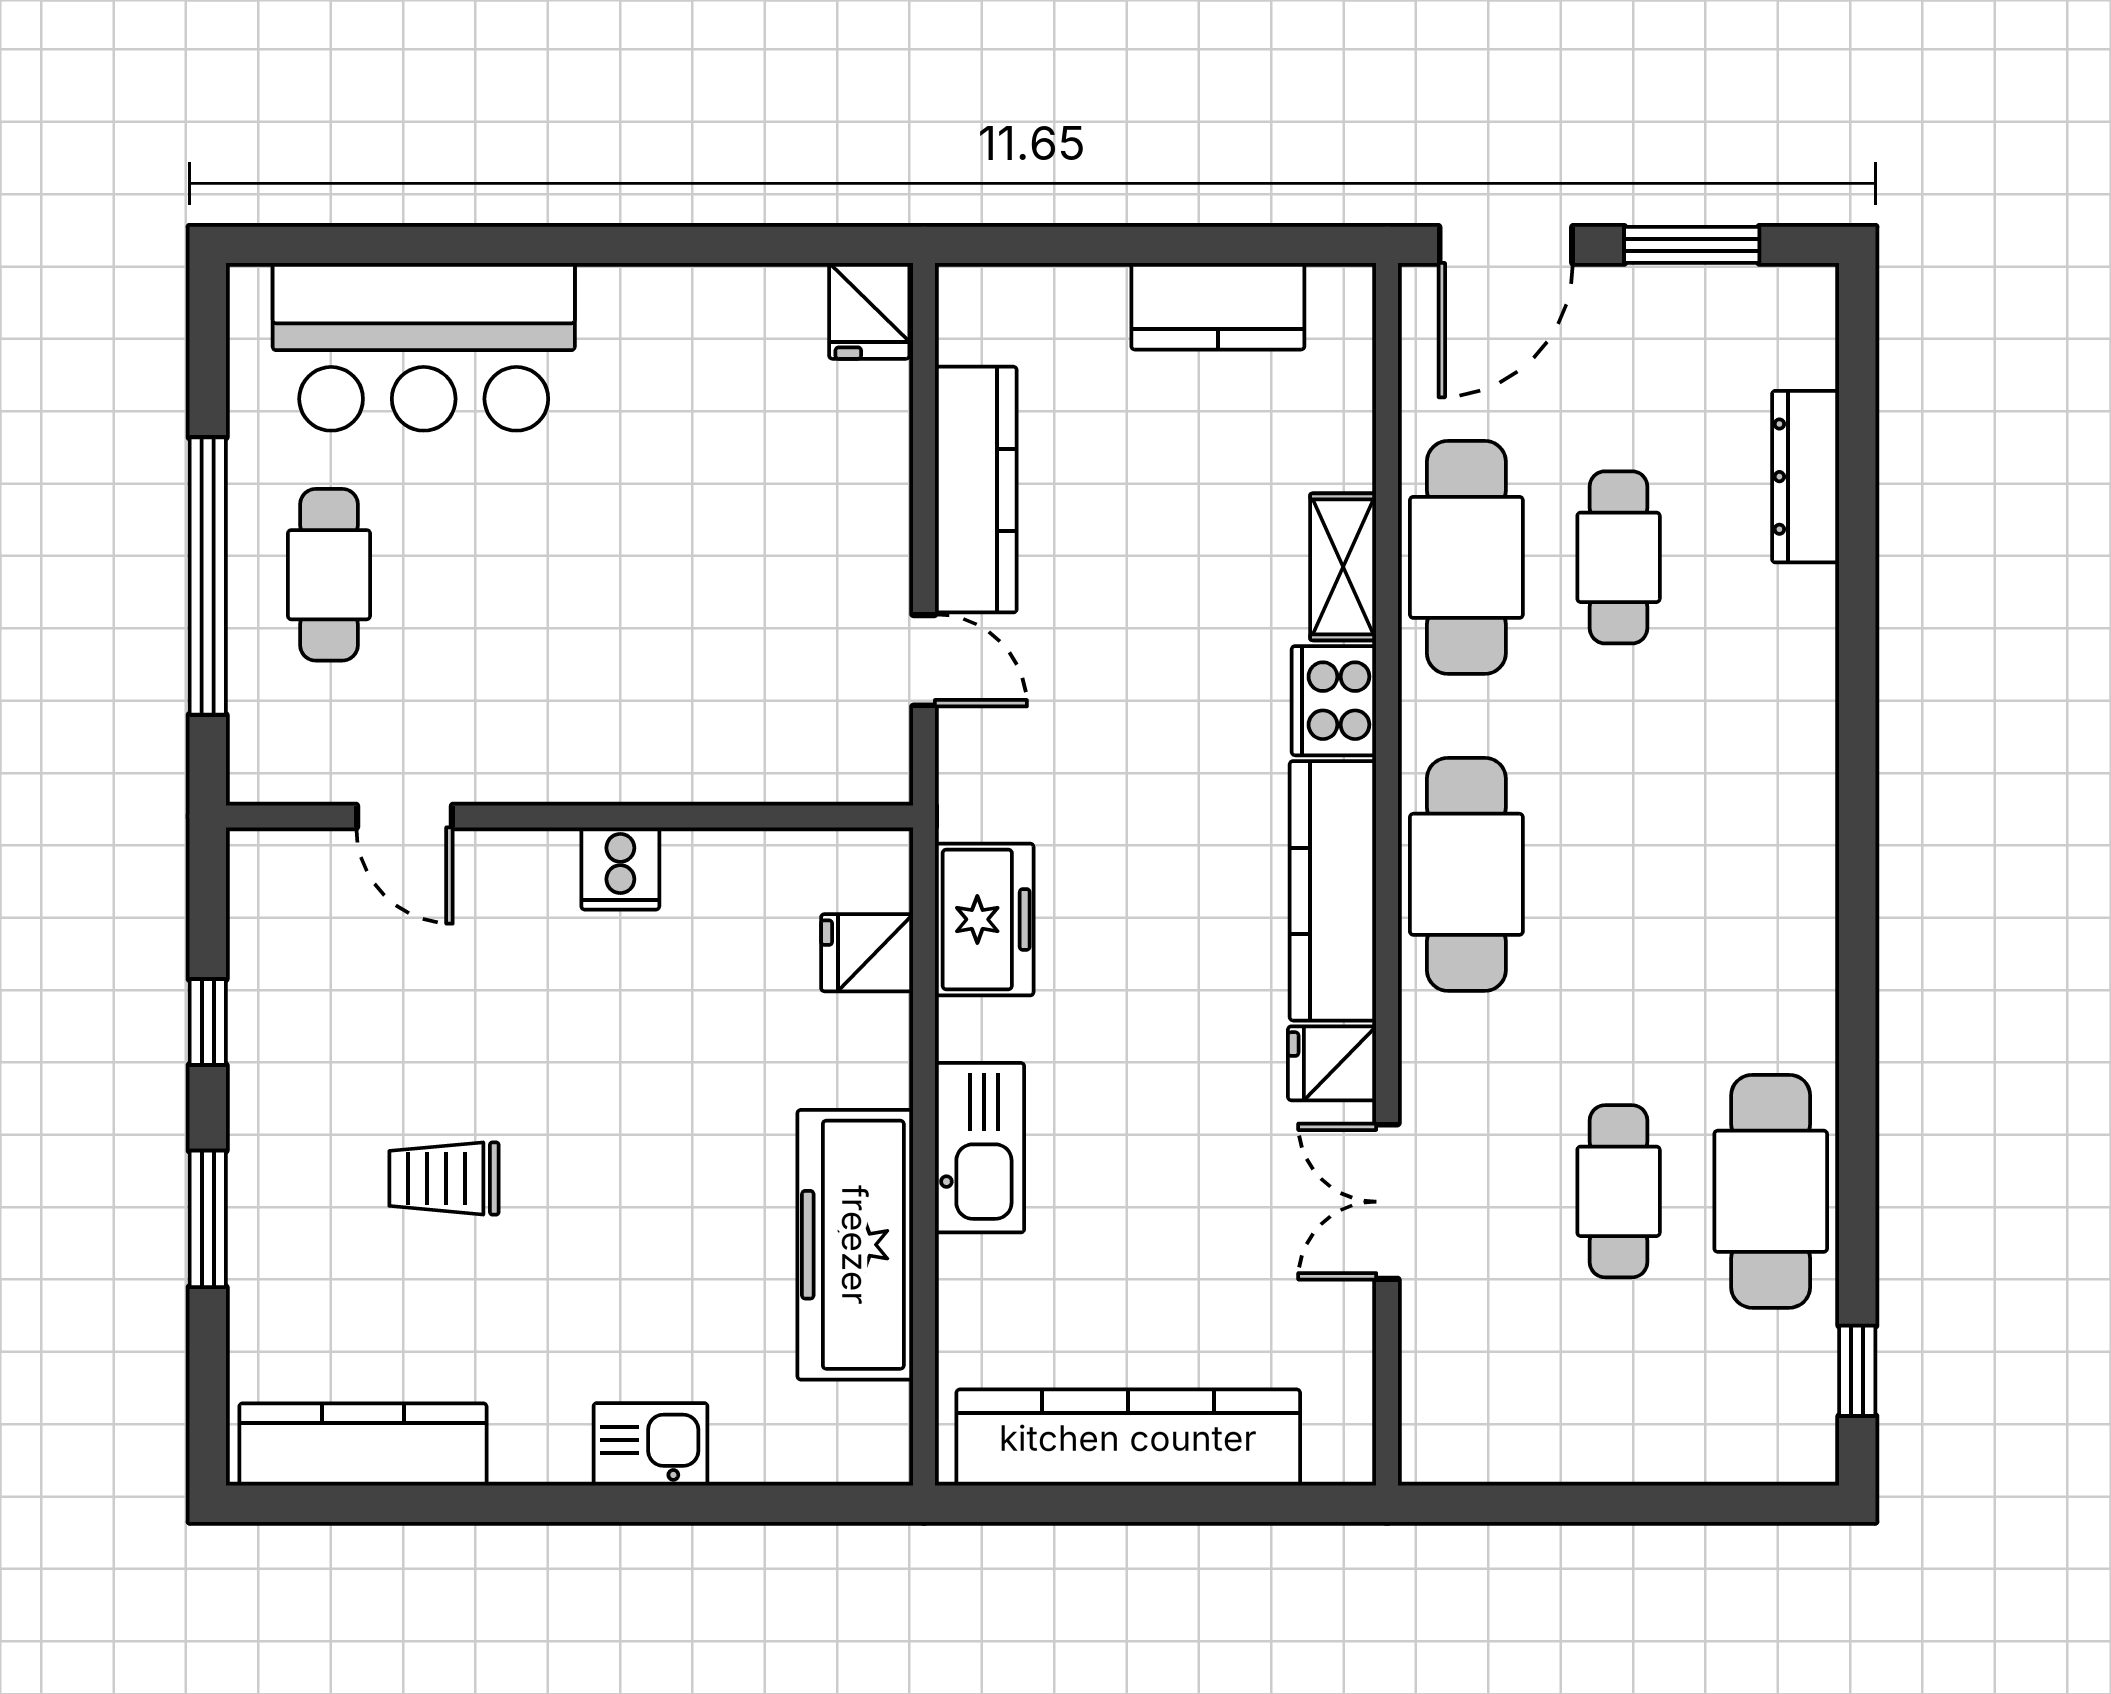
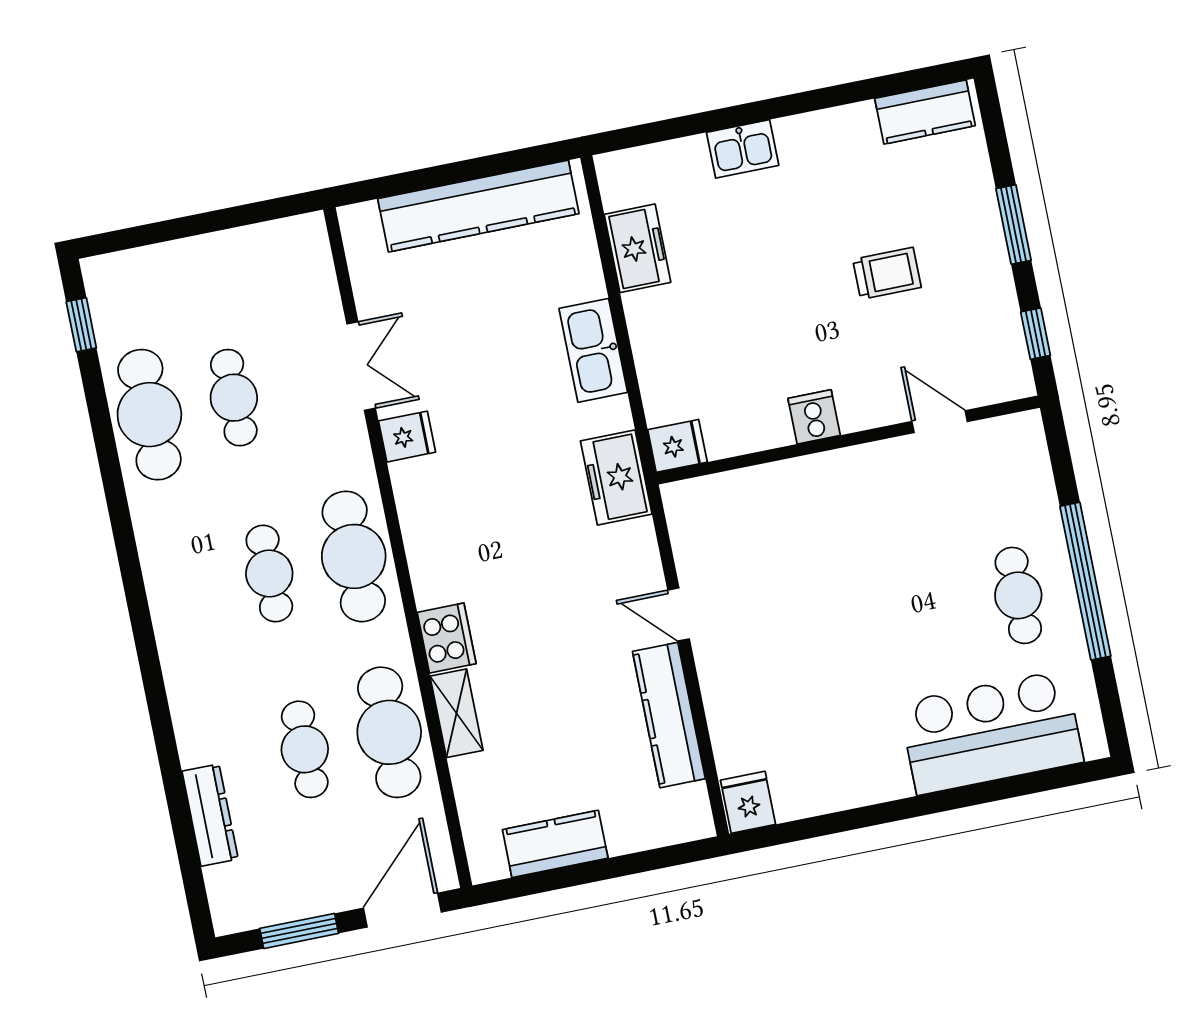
door: (404, 816) -> (940, 422), moved
wall: (569, 816) -> (848, 440), moved
cooker: (620, 868) -> (814, 417), moved
cafe table: (1619, 874) -> (269, 573), added
kitchen counter: (1333, 891) -> (426, 532), removed
freezer: (855, 1245) -> (638, 248), width x0.52, depth x0.79
kitchen counter: (363, 1444) -> (925, 112), width x0.67

